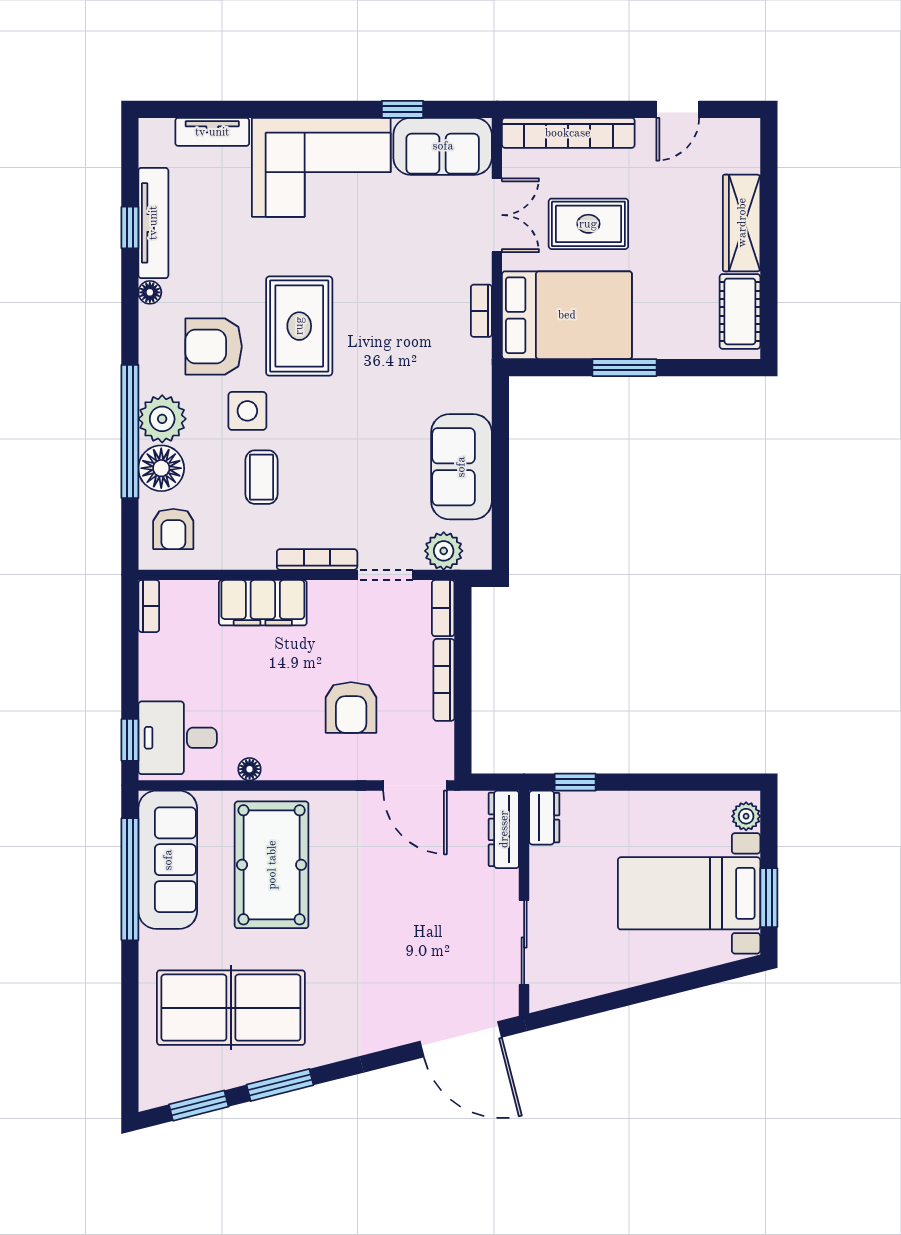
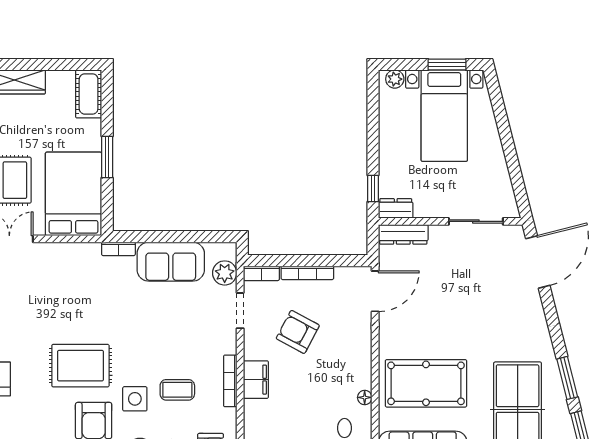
bookcase: (481, 311) -> (118, 249), moved
cot: (740, 311) -> (89, 94), moved, turned 90
bookcase: (317, 559) -> (230, 381), moved
filing cabinet: (263, 603) -> (256, 380), width x0.67, depth x0.86
armchair: (351, 707) -> (298, 332), moved, turned -152

